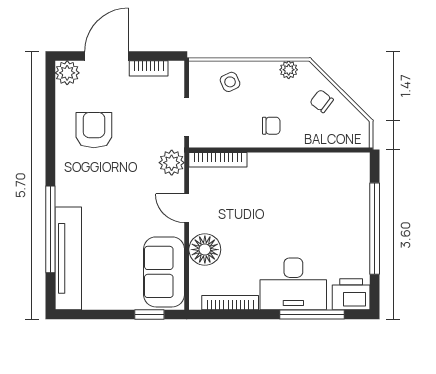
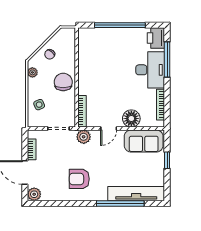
chair: (271, 126) -> (63, 82), width x1.87, depth x1.87
armchair: (94, 130) -> (79, 179), moved
window: (149, 314) -> (167, 160), moved

